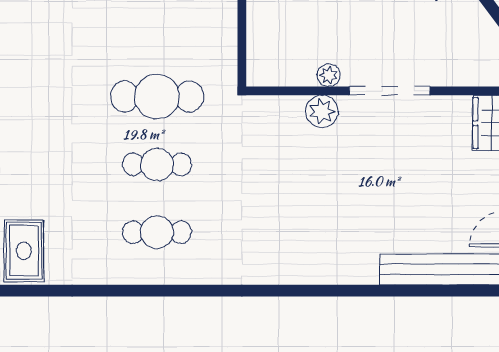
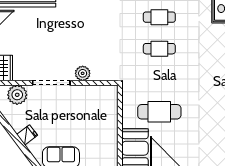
plant: (329, 75) -> (17, 95), moved, width x1.88, depth x1.88
cafe table: (157, 97) -> (159, 112), moved

